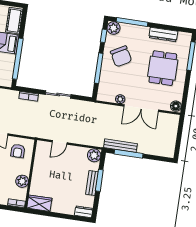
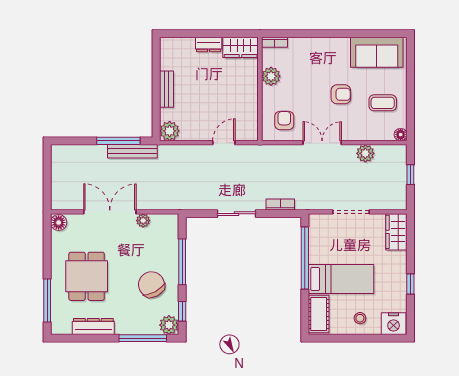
window: (99, 180) -> (156, 95), removed
dresser: (84, 212) -> (209, 44), moved

